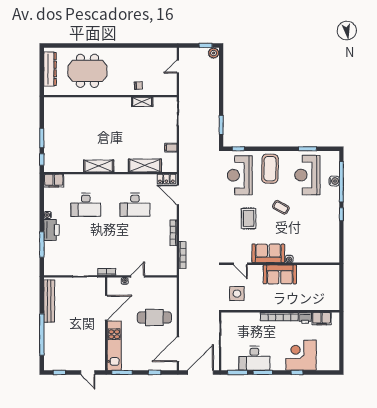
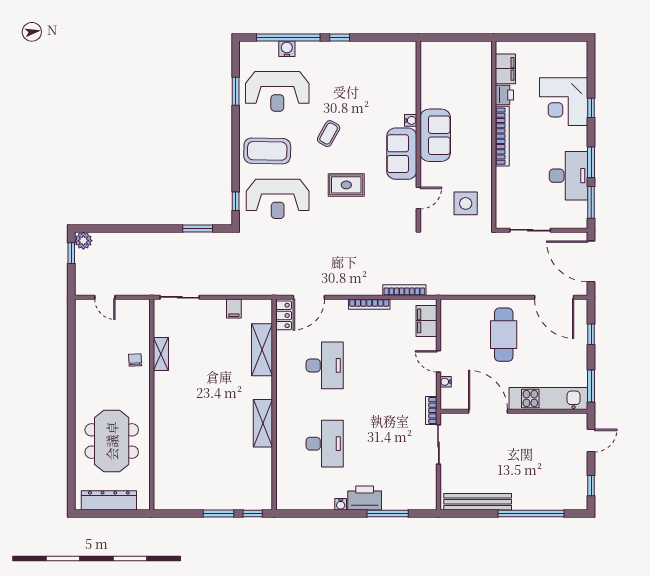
filing cabinet: (54, 181) -> (426, 321), moved, turned 180

